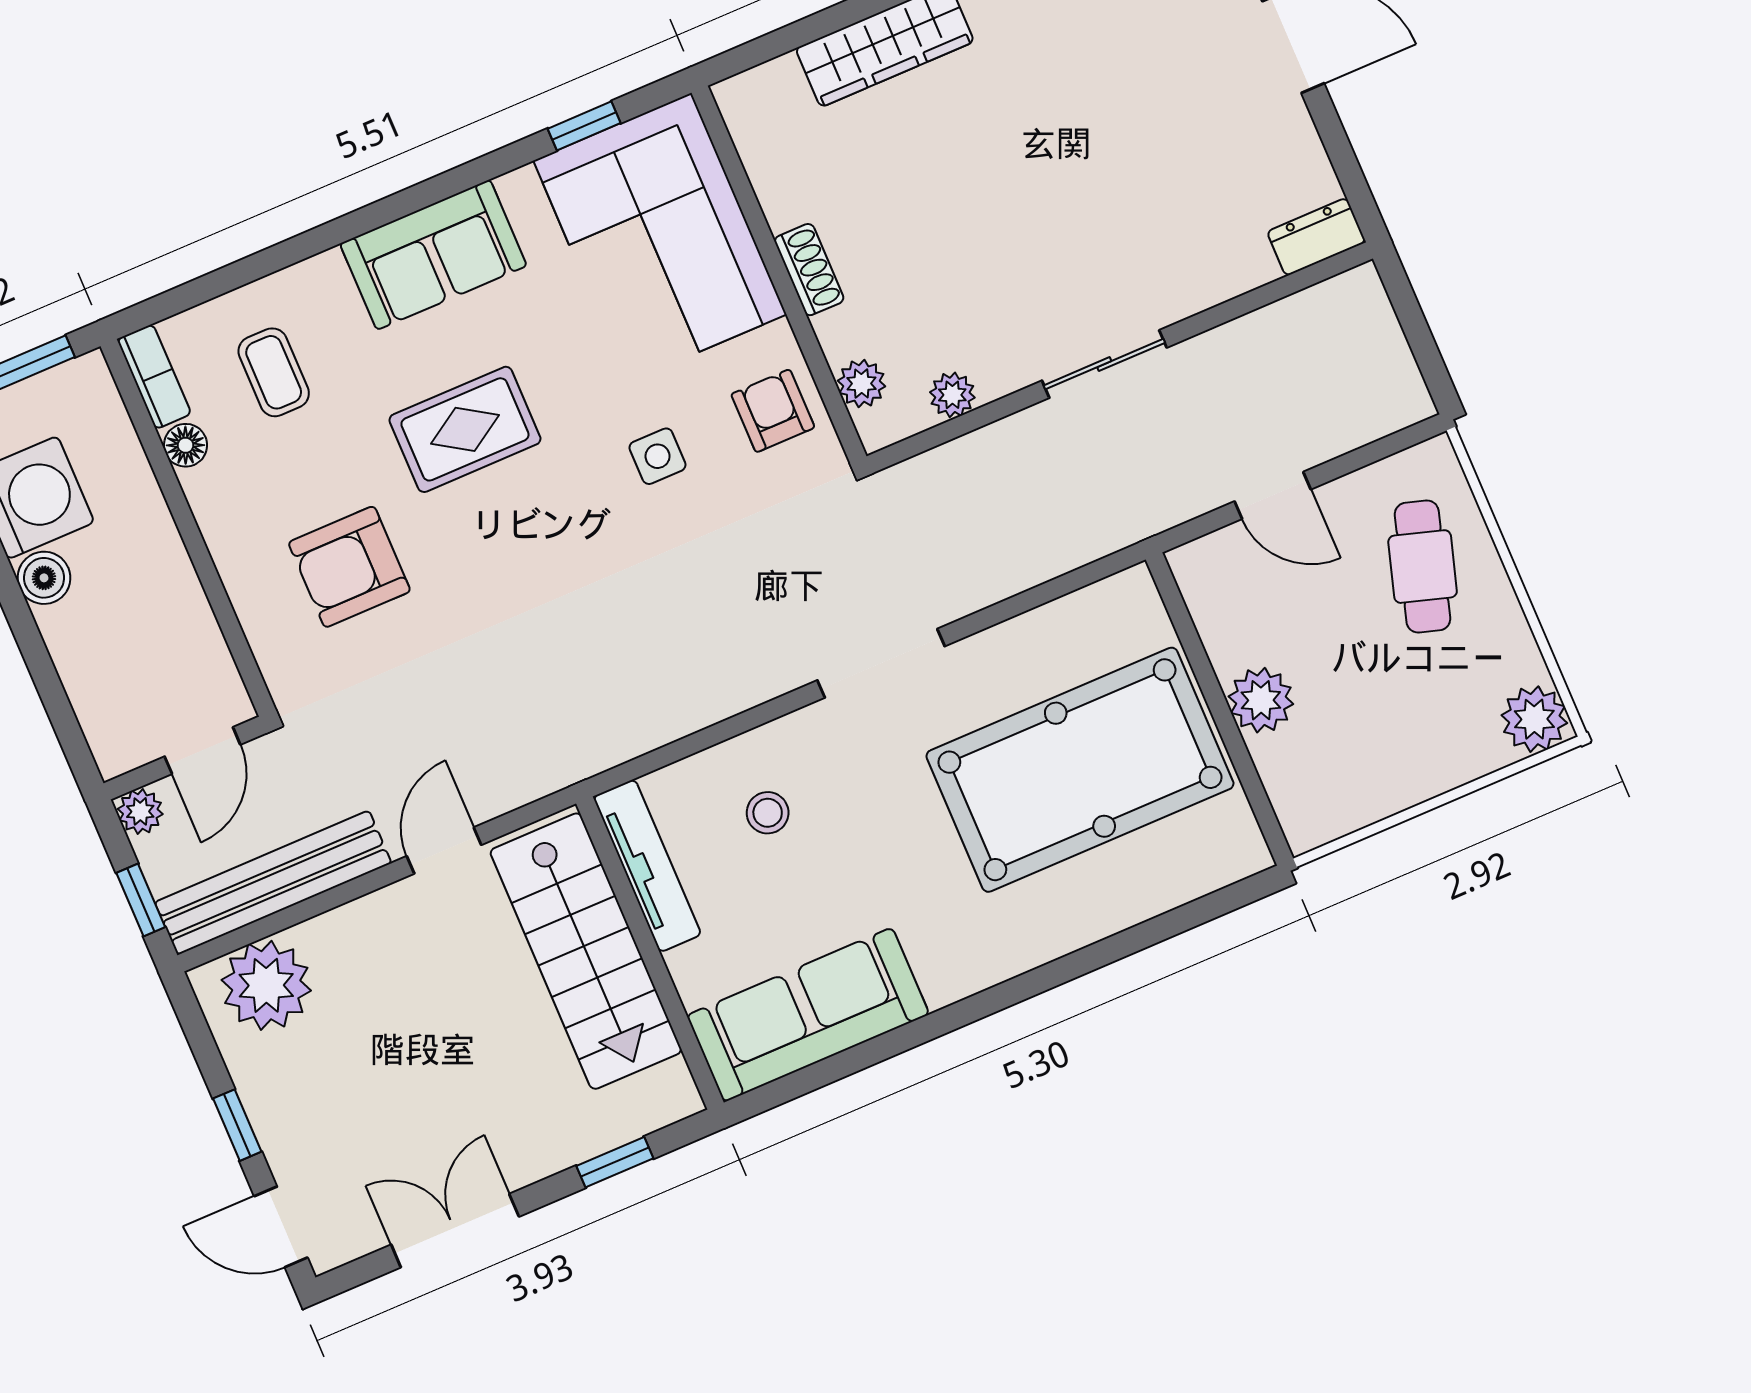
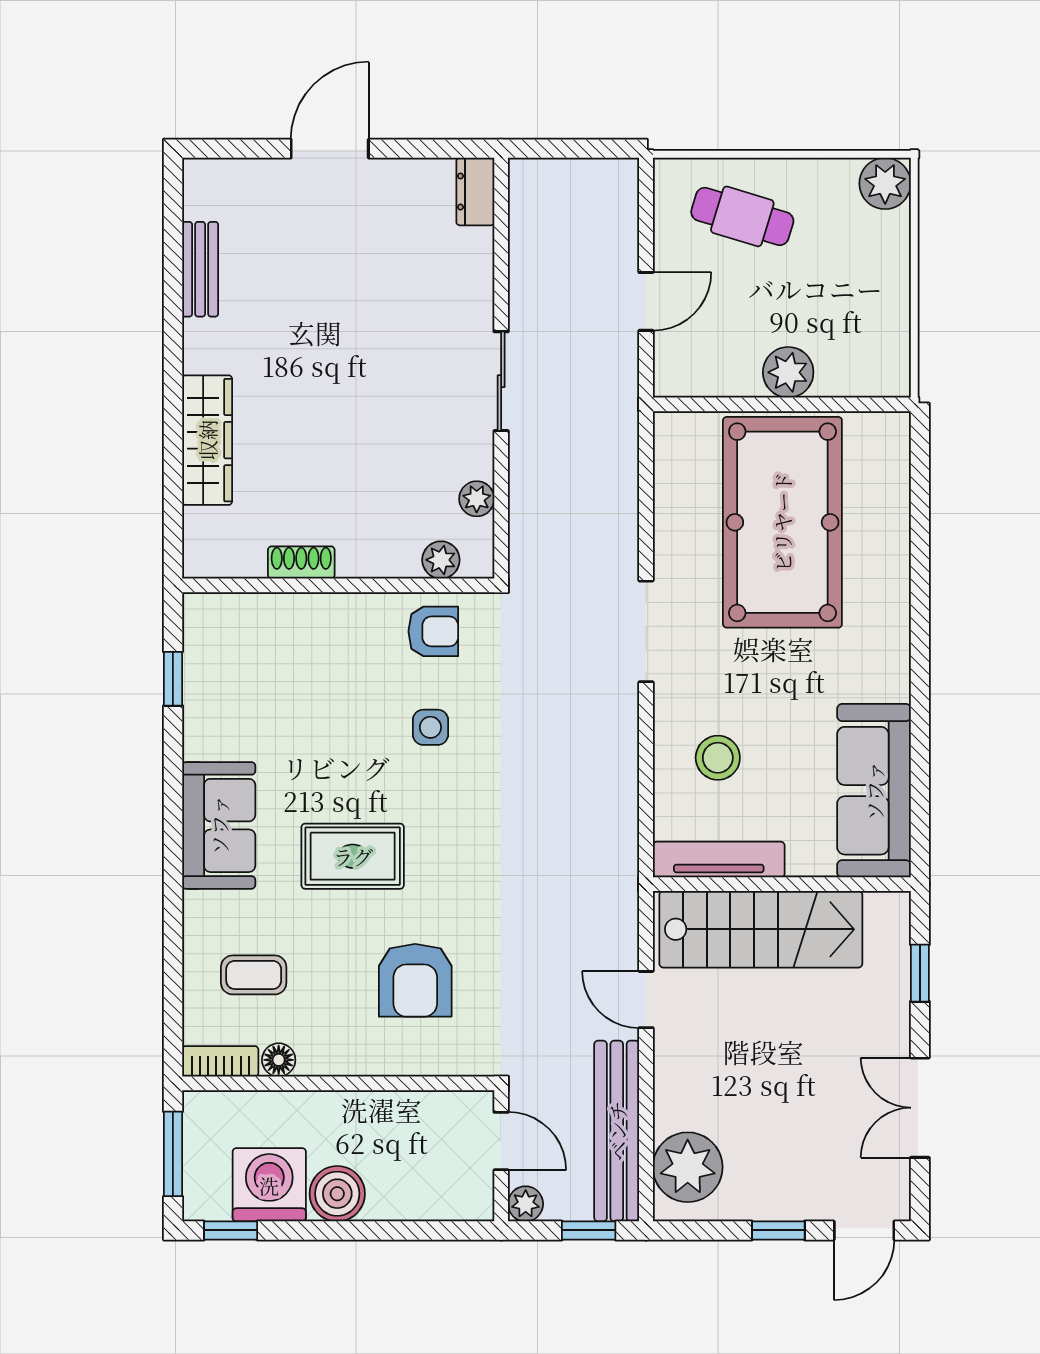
corner sofa: (660, 238) -> (276, 659), removed
shoe rack: (809, 270) -> (301, 562), moved
armchair: (773, 411) -> (433, 631), turned 180
rug: (465, 429) -> (353, 856), turned 90
boiler: (44, 578) -> (337, 1194), width x1.36, depth x1.36
stool: (768, 813) -> (718, 758), width x1.37, depth x1.37

